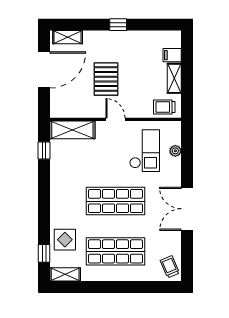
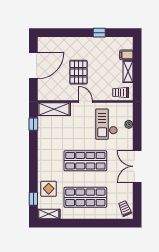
window: (118, 25) -> (99, 33), moved
shelving: (68, 37) -> (51, 42), removed
checkout: (145, 151) -> (106, 124), turned 180

